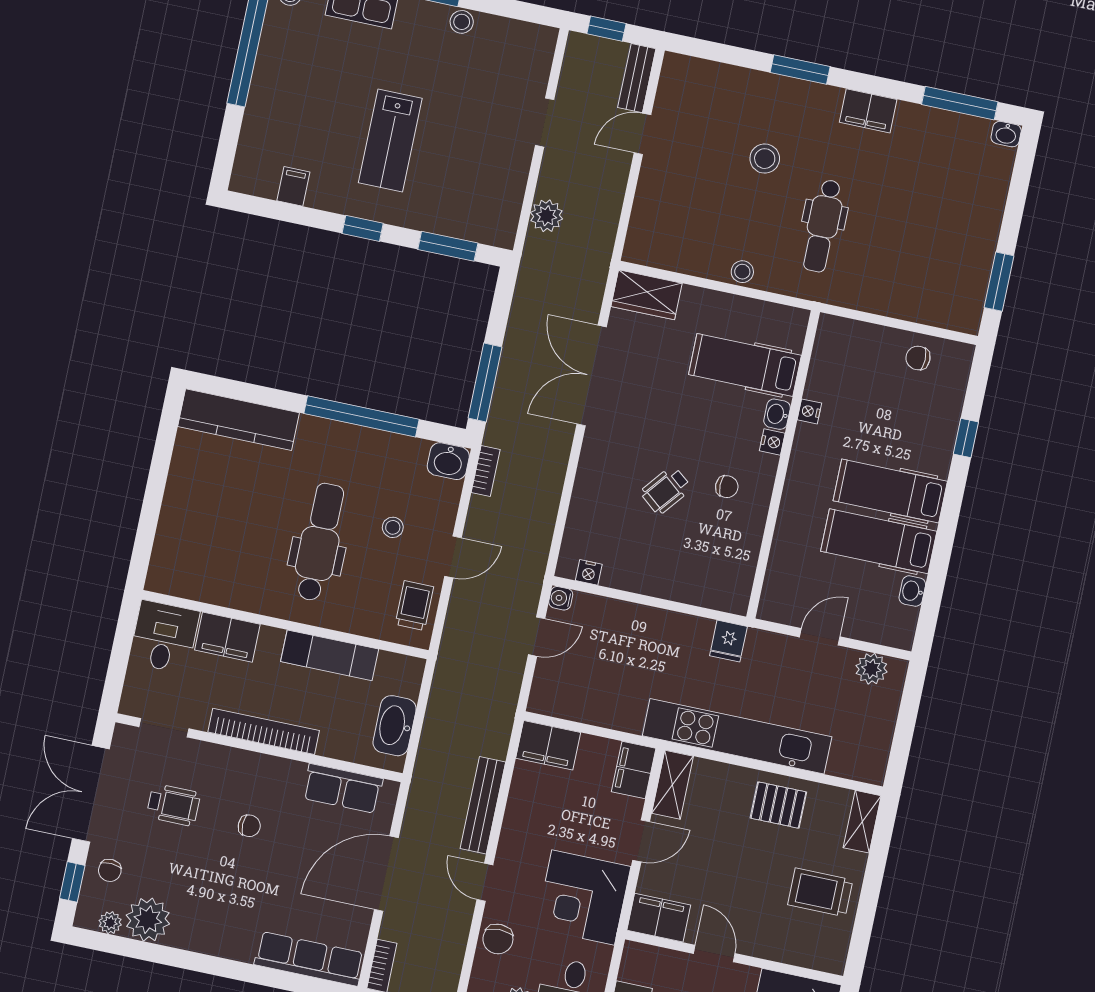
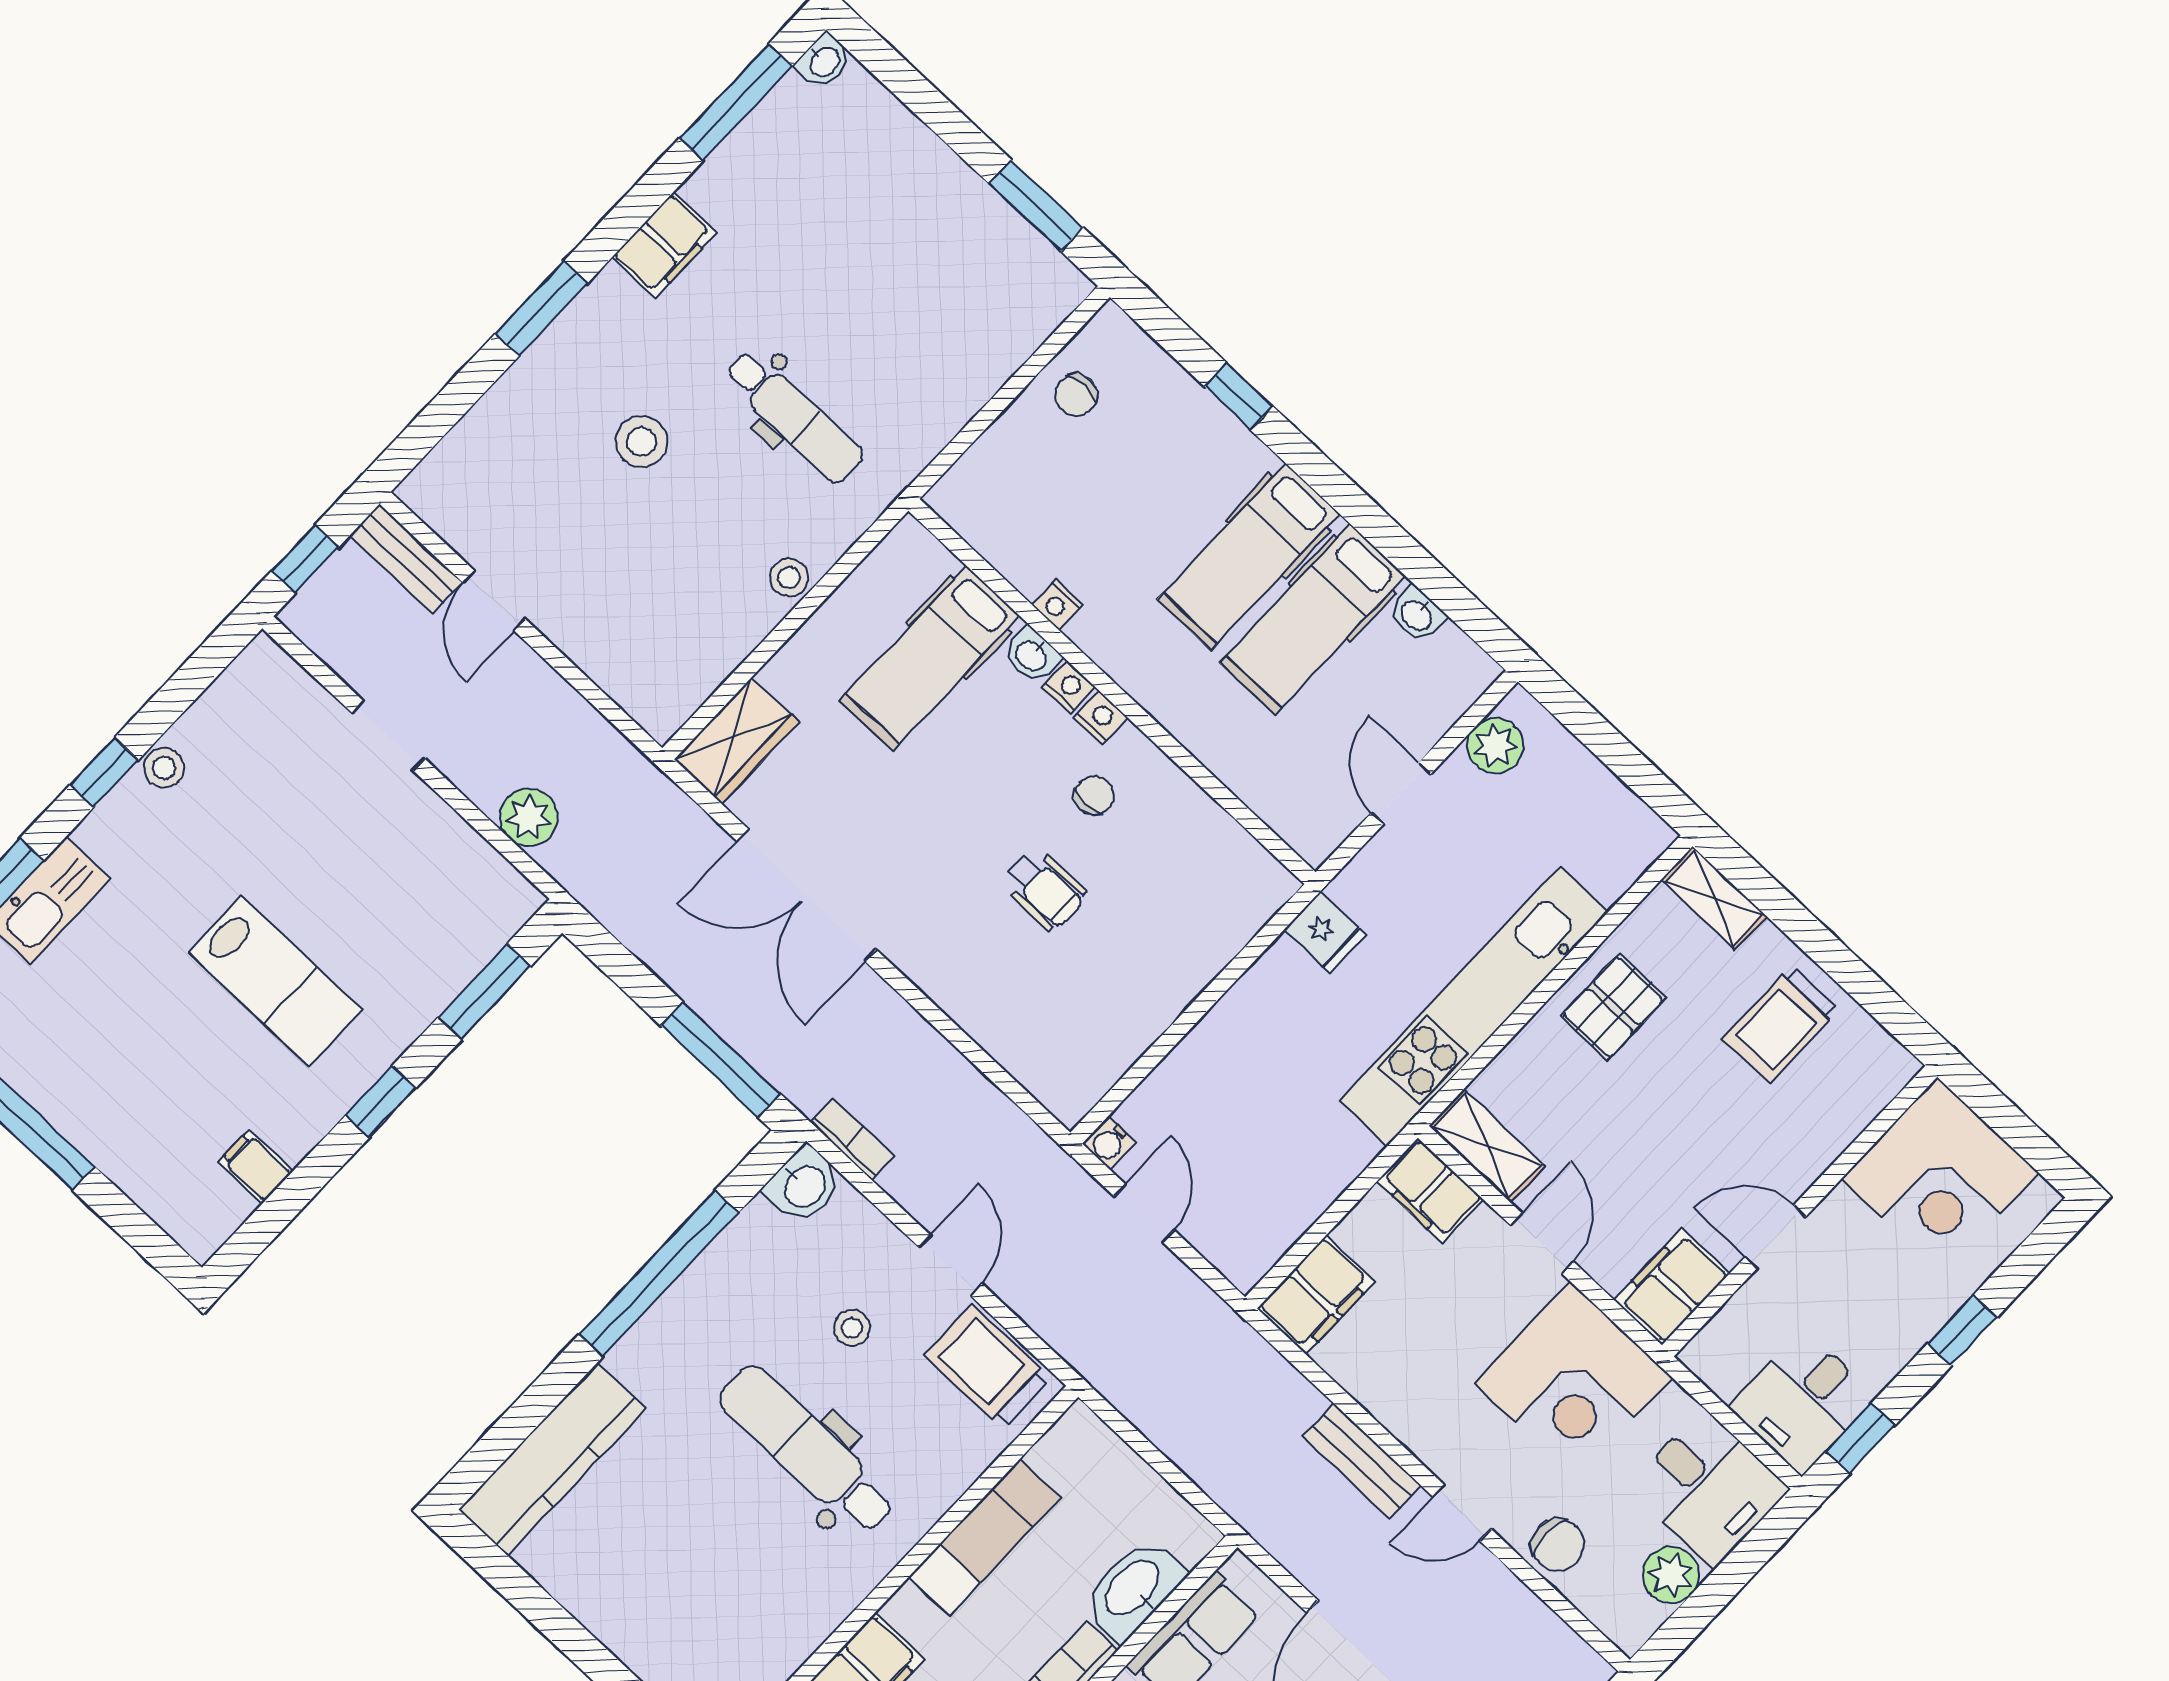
wheelchair: (666, 490) -> (1044, 889), turned -39
nightstand: (589, 572) -> (1101, 718), moved, turned -90
trolley: (414, 606) -> (987, 1367), width x1.36, depth x1.39
washbasin: (395, 726) -> (1133, 1589), moved, turned 90
bench: (483, 805) -> (1362, 1461), width x0.73

